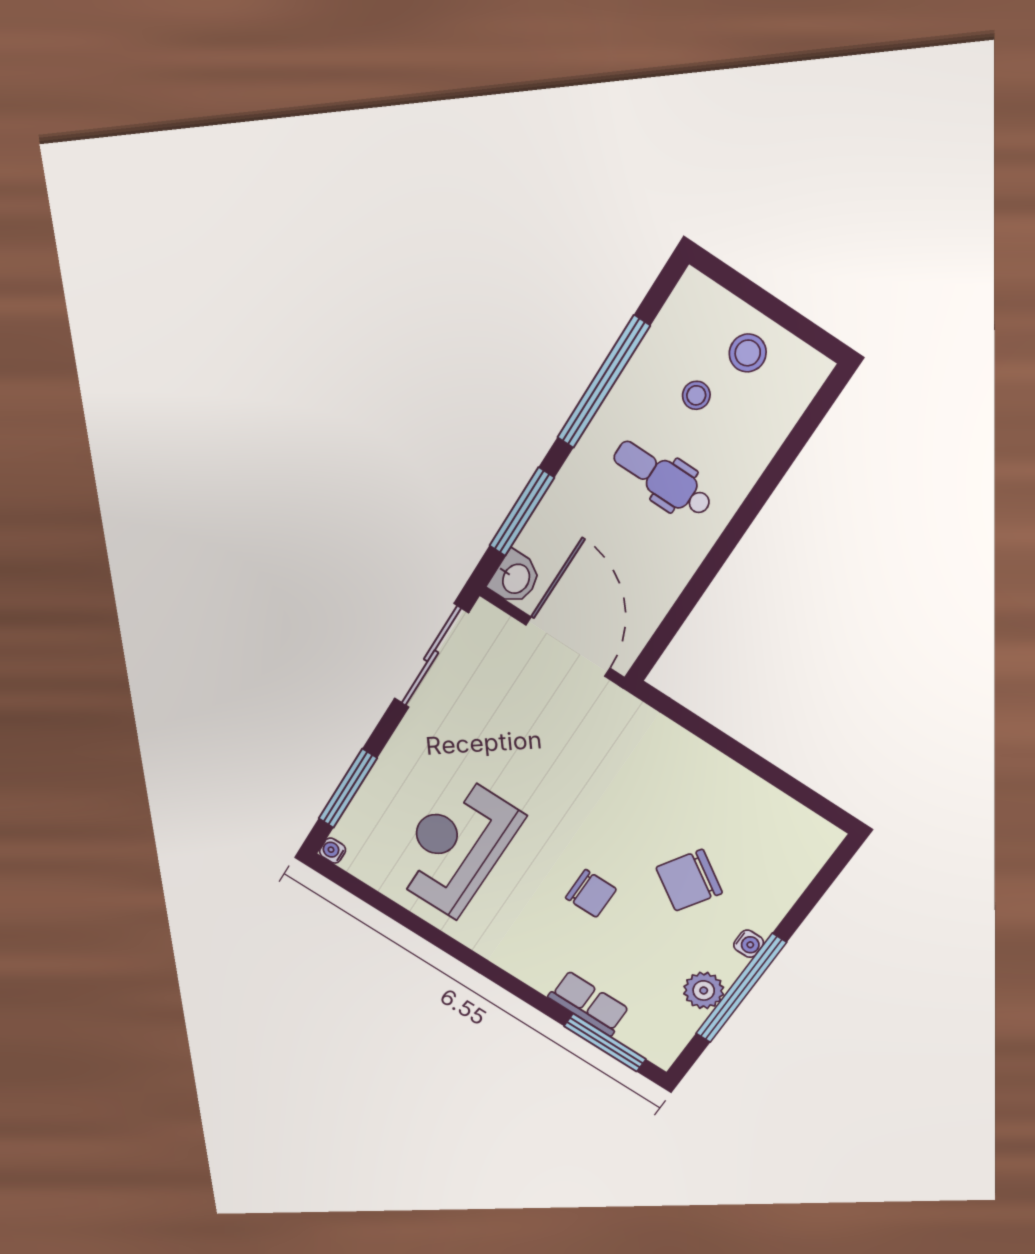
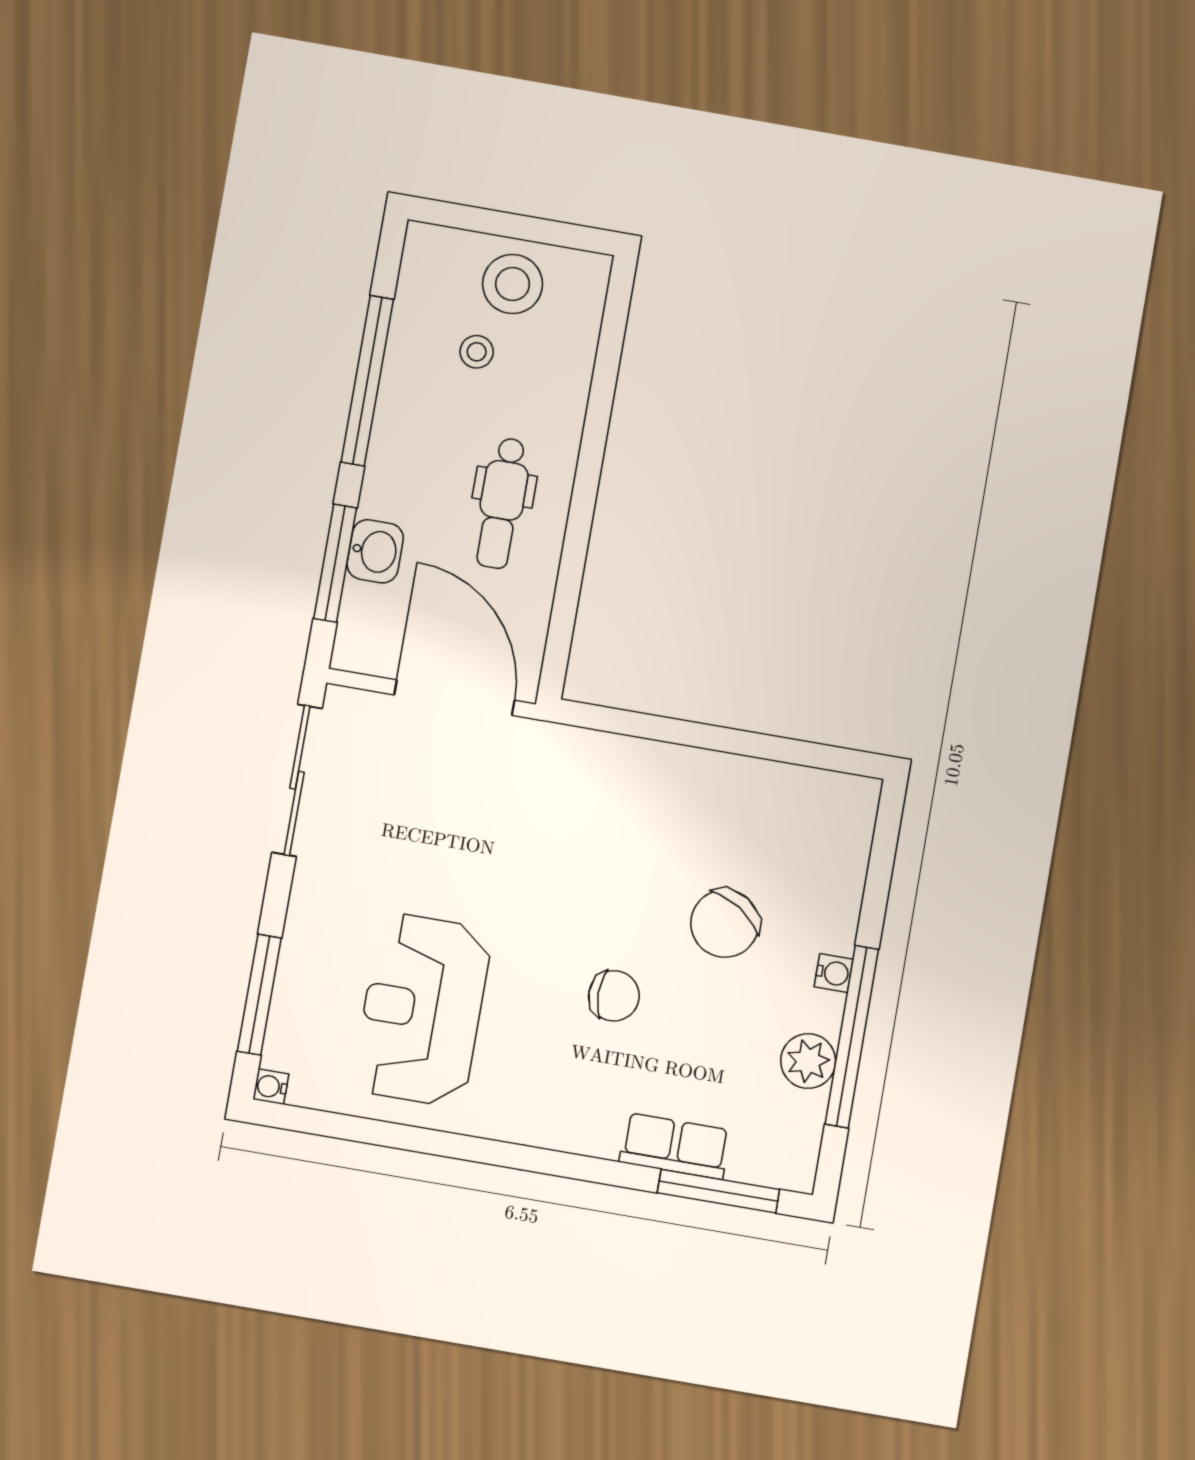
stool: (748, 353) -> (513, 284), width x1.38, depth x1.38
dental chair: (663, 478) -> (502, 503), moved, turned -90
washbasin: (515, 578) -> (375, 551), moved

